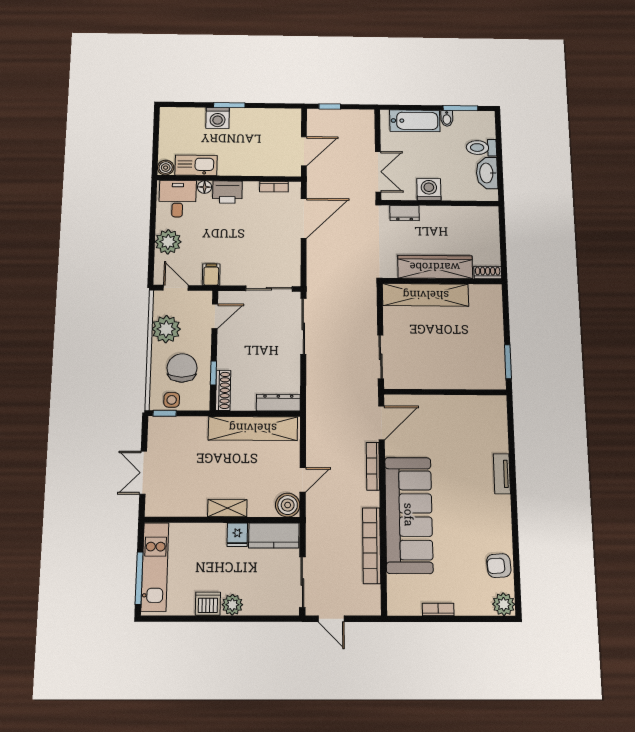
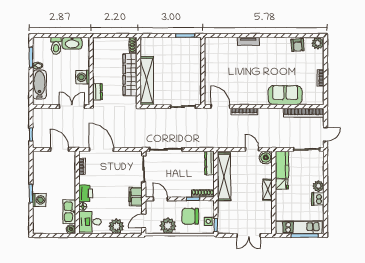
filing cabinet: (211, 275) -> (136, 197), width x2.00
sofa: (409, 515) -> (285, 95), width x0.54, depth x0.79
bookcase: (372, 546) -> (304, 113), moved

